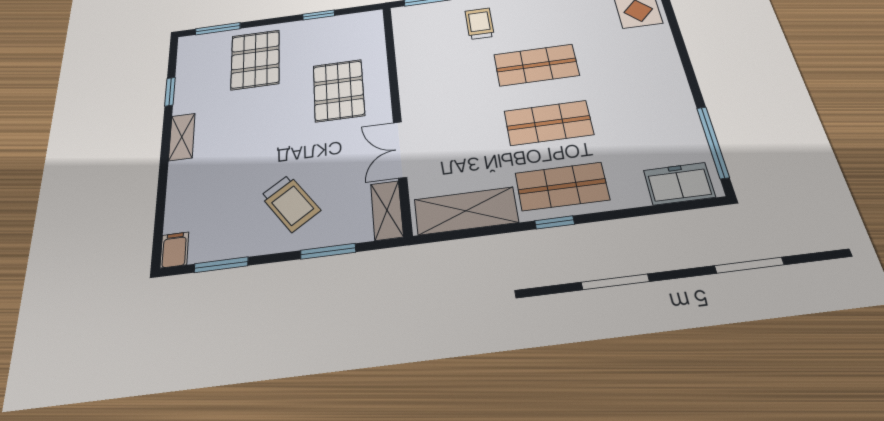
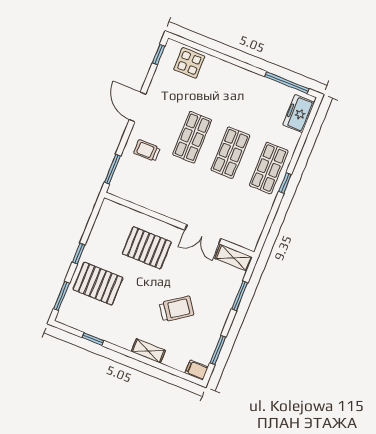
window: (319, 15) -> (79, 254), moved
shelving: (182, 137) -> (148, 351), moved
trolley: (290, 203) -> (176, 309), moved
shelving: (466, 211) -> (256, 220), removed

